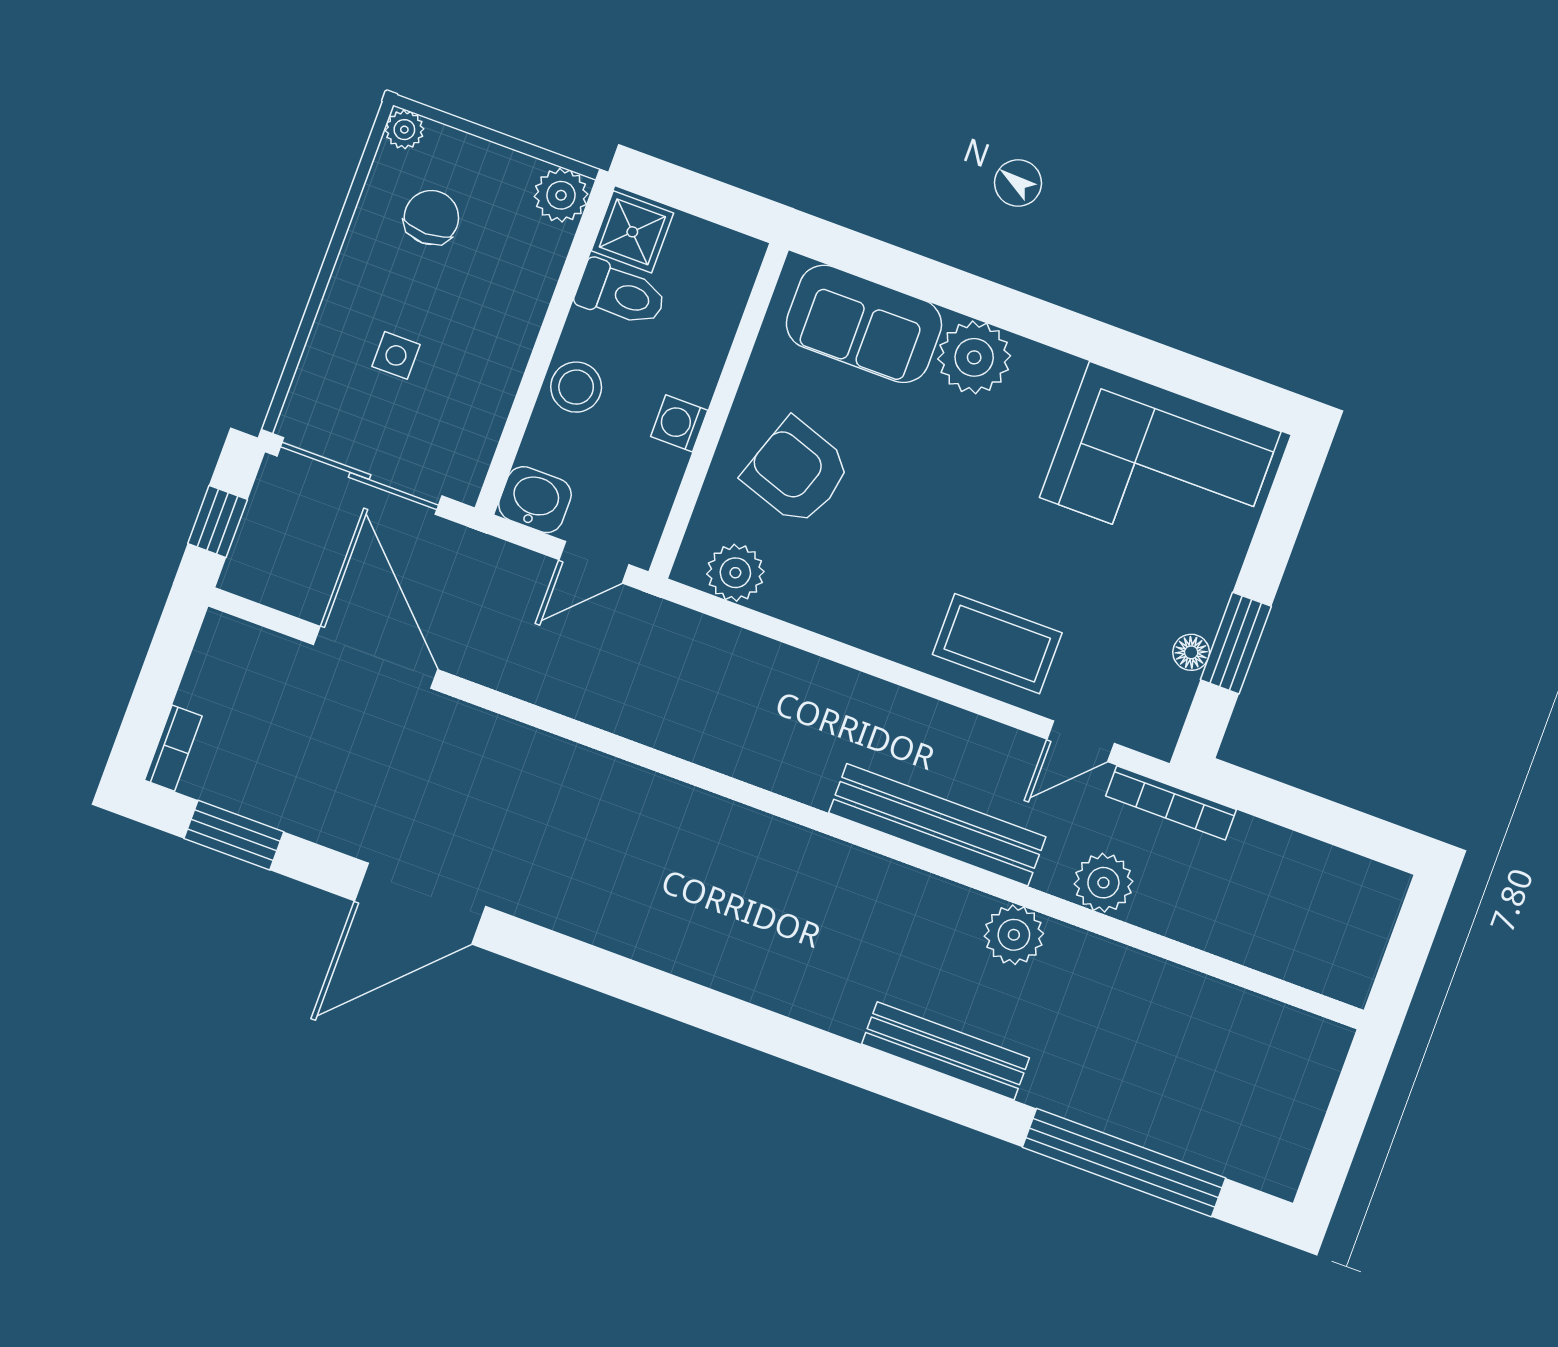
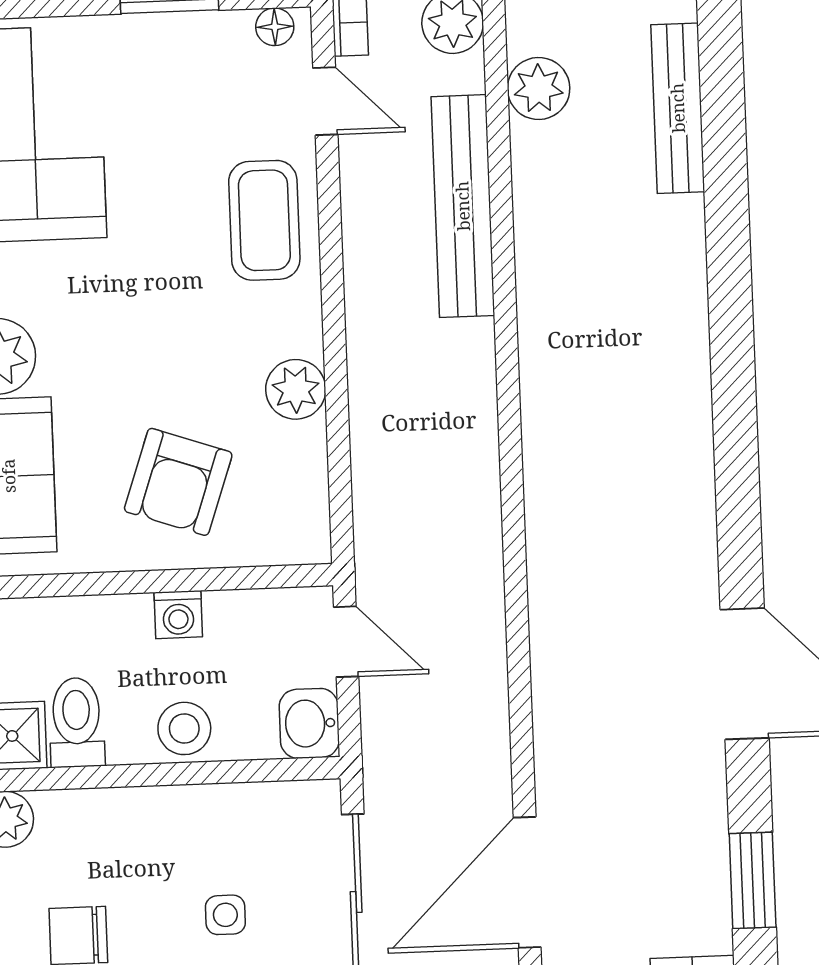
plant: (735, 573) -> (296, 389), moved
floor lamp: (1191, 652) -> (275, 27), moved
door: (376, 657) -> (527, 882), moved

